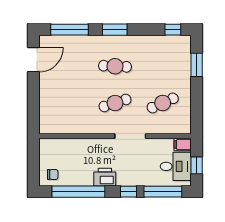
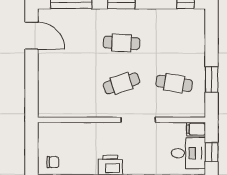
door: (33, 60) -> (32, 36), hinge flipped
window: (197, 65) -> (212, 79), moved
cafe table: (163, 103) -> (174, 83), turned 33

